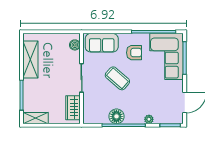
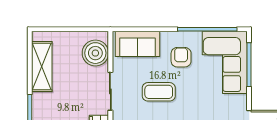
boiler: (75, 45) -> (95, 53), width x1.86, depth x1.86
armchair: (134, 53) -> (181, 57), turned -90
coffee table: (117, 78) -> (159, 92), turned -41

